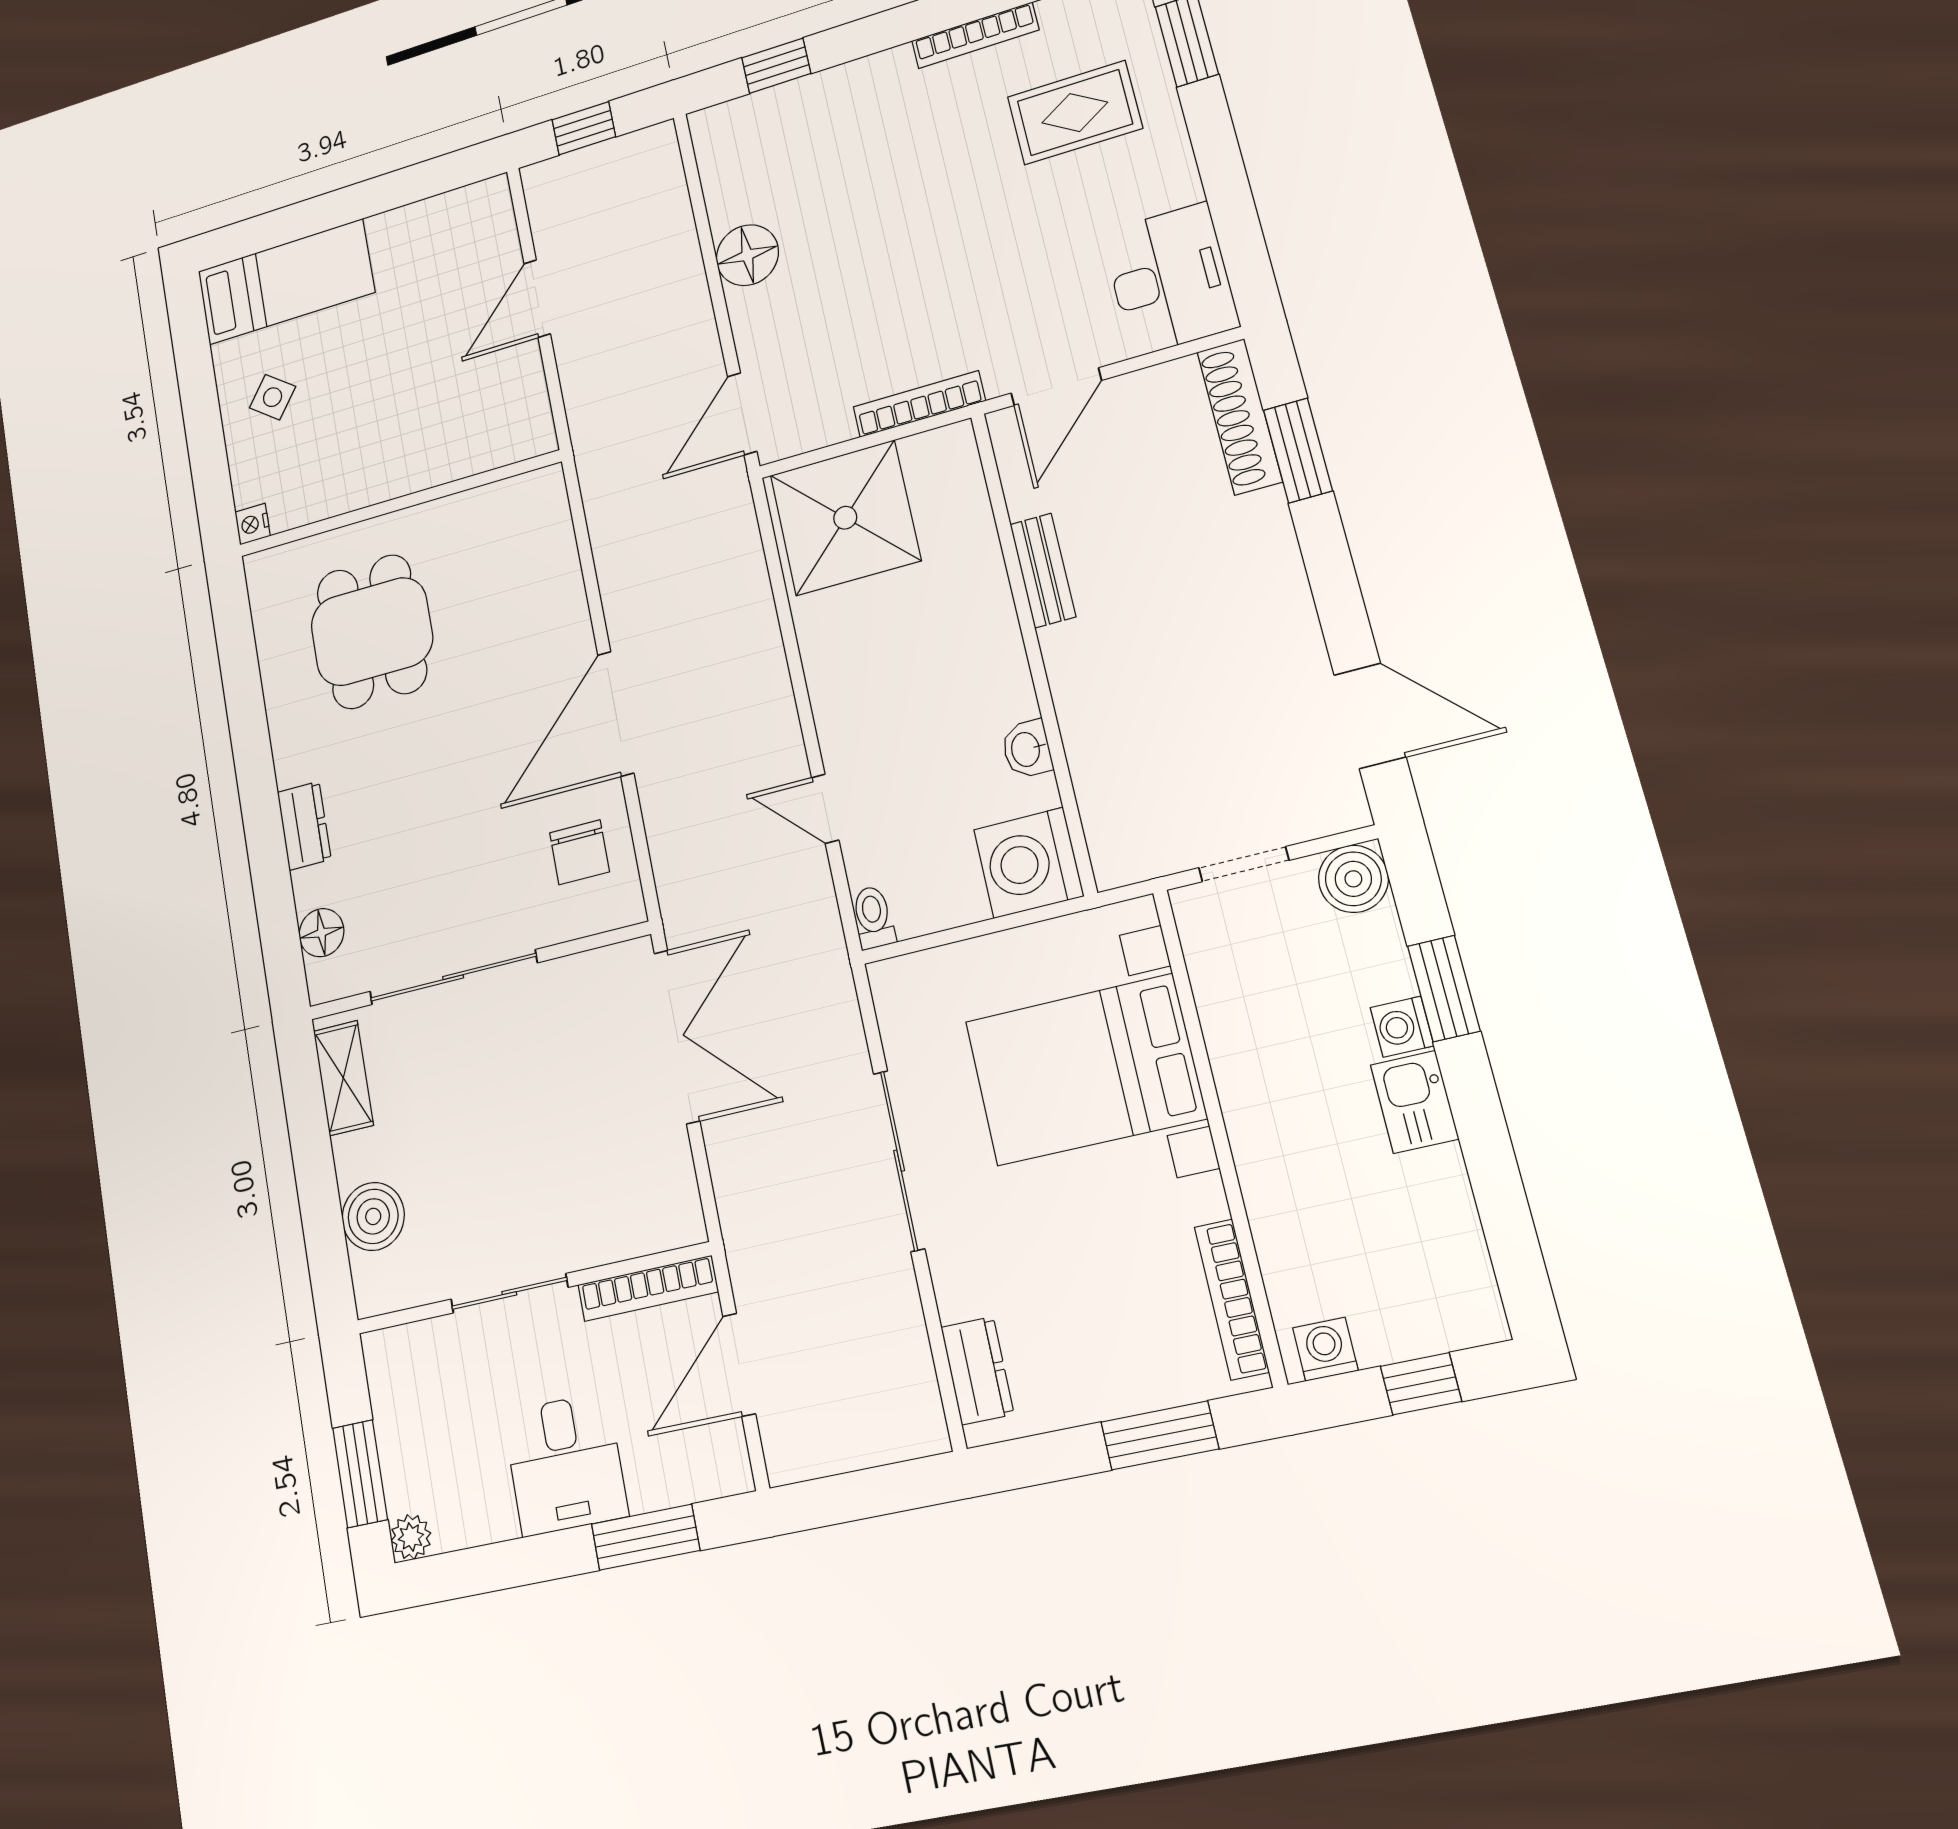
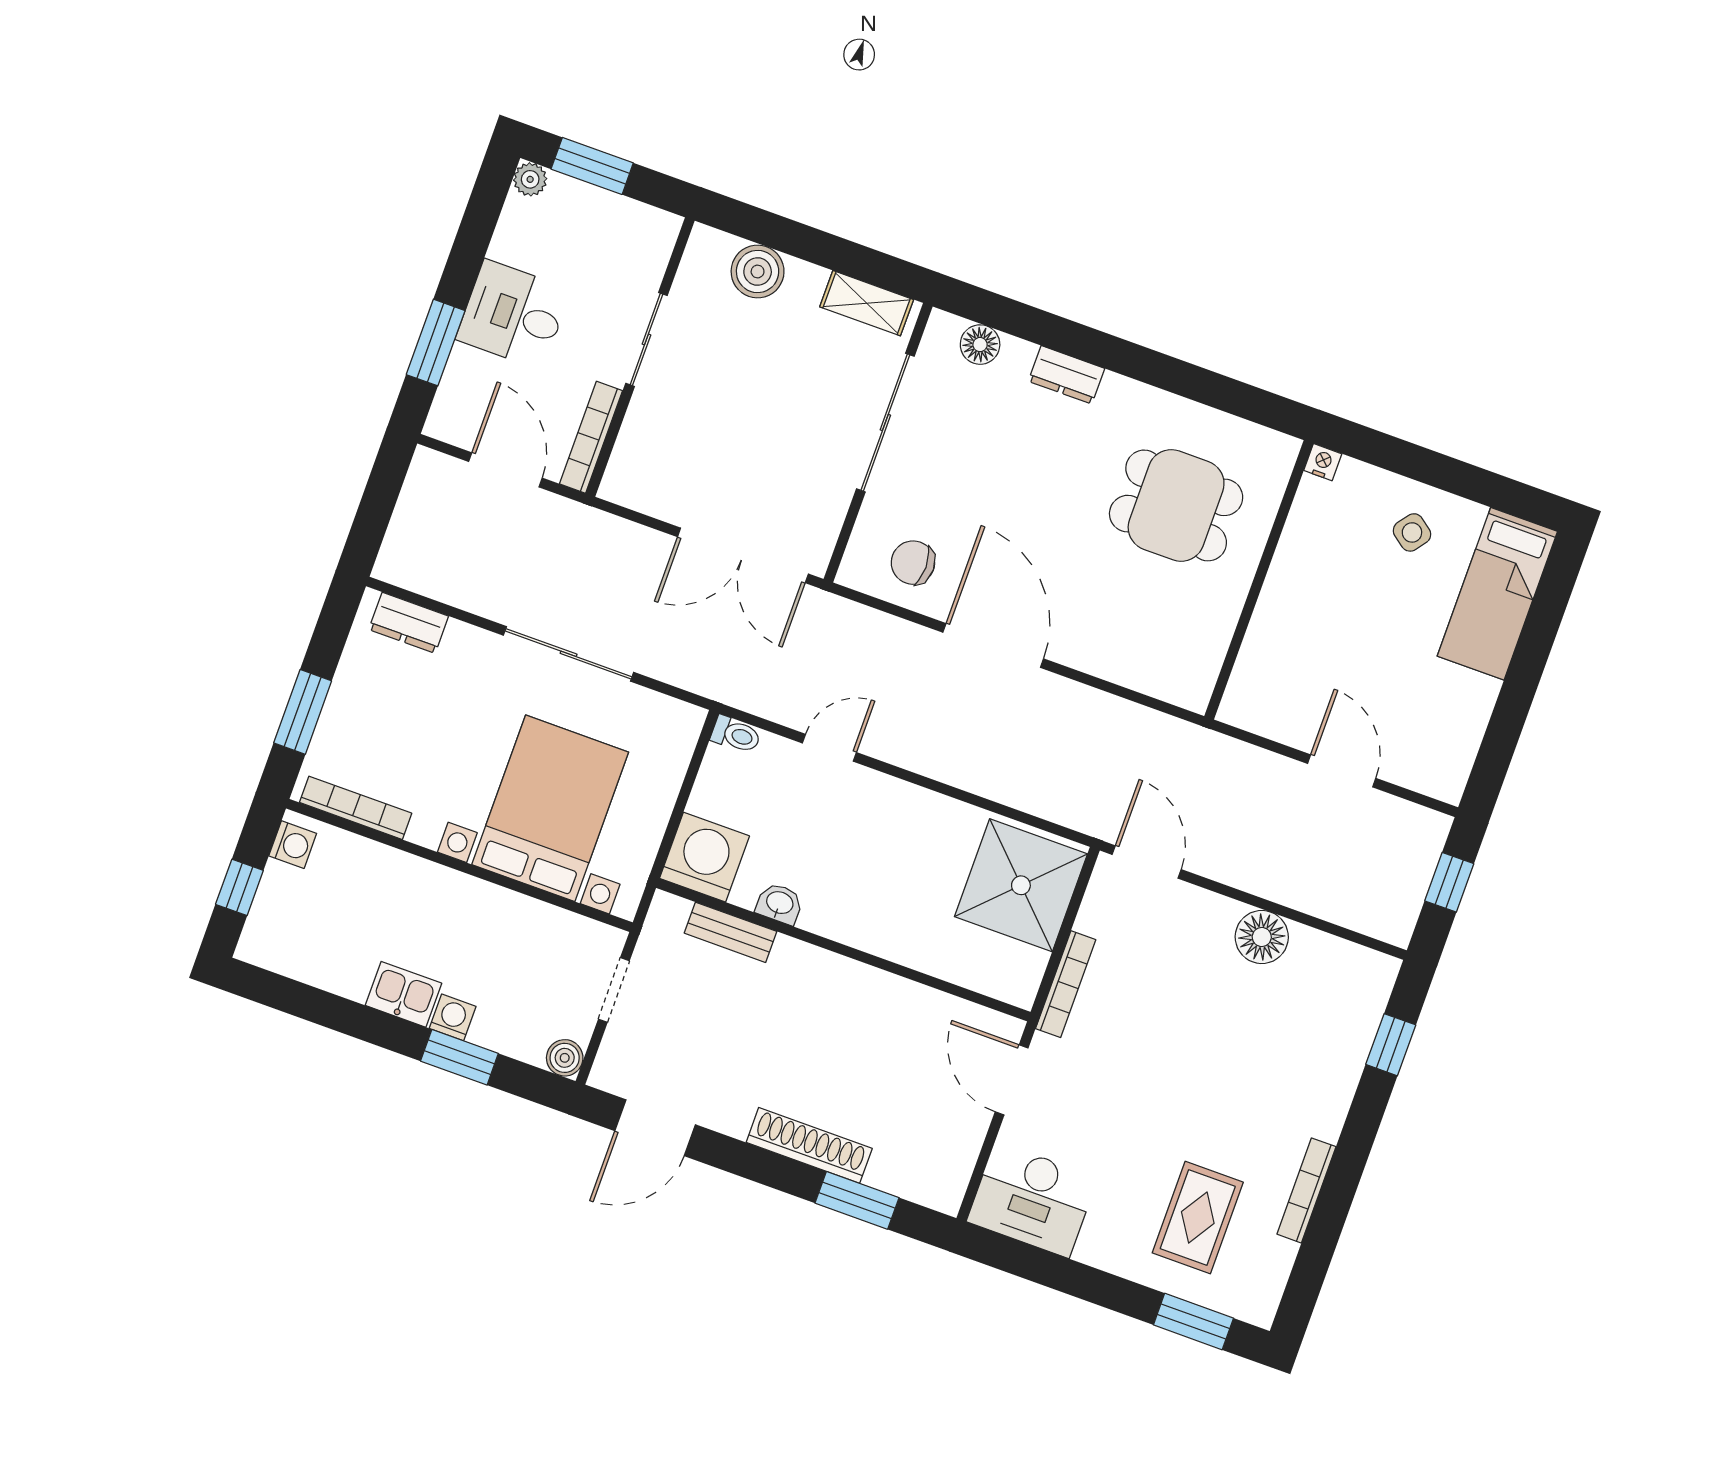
shoe rack: (1240, 417) -> (809, 1145), moved
bench: (1043, 570) -> (731, 932), moved
boiler: (1353, 879) -> (565, 1058), width x0.73, depth x0.73

